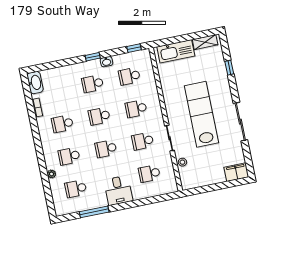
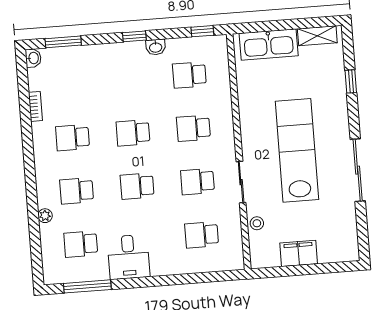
window: (49, 66) -> (63, 42), added
washbasin: (35, 83) -> (33, 58), width x0.52, depth x0.69
school desk: (93, 84) -> (129, 80), removed
filing cabinet: (236, 172) -> (299, 253), moved
desk: (118, 190) -> (128, 257), moved
window: (94, 212) -> (87, 286), moved

